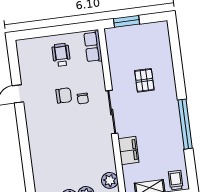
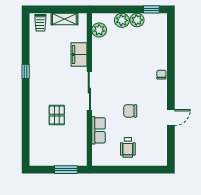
row of seats: (93, 47) -> (98, 130), moved
chair: (83, 98) -> (161, 75), moved
window: (185, 124) -> (26, 71), width x0.32

